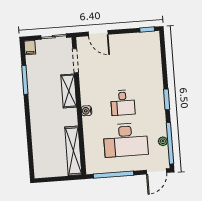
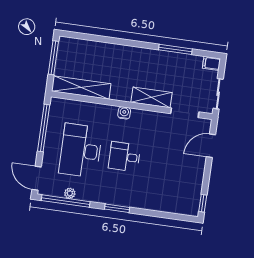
window: (54, 179) -> (53, 58), added

